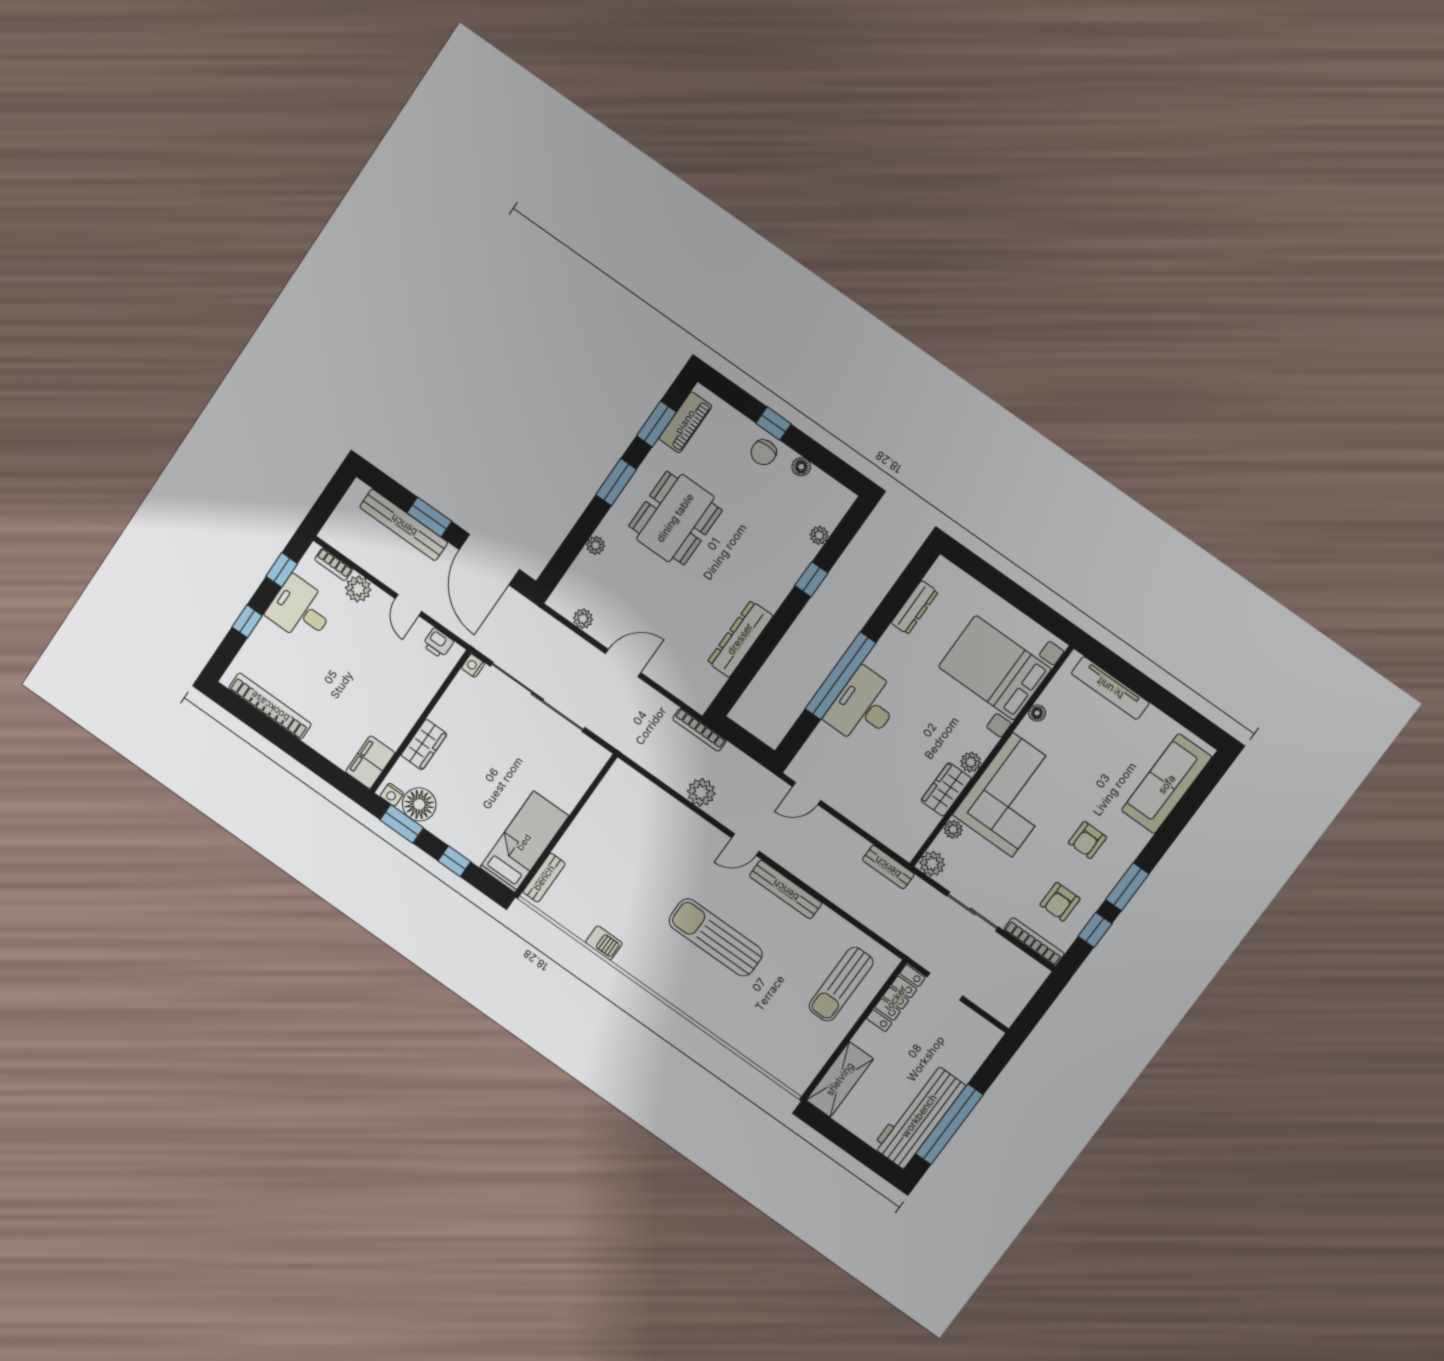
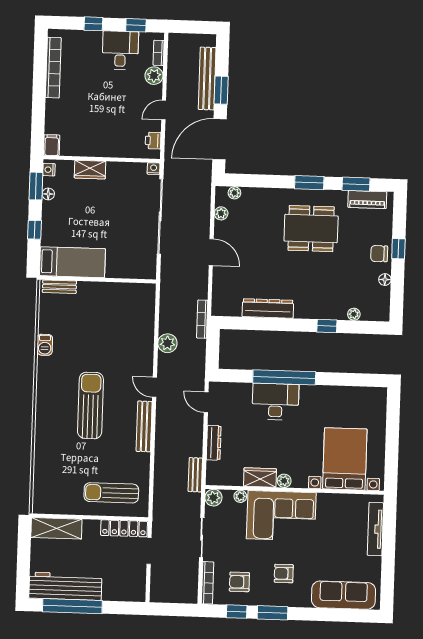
plant: (596, 545) -> (234, 193), moved
dresser: (915, 607) -> (214, 443), moved, turned -90
floor lamp: (1037, 713) -> (335, 499), removed
filing cabinet: (370, 762) -> (52, 145), width x0.50
floor lamp: (419, 804) -> (48, 194), width x0.53, depth x0.53

